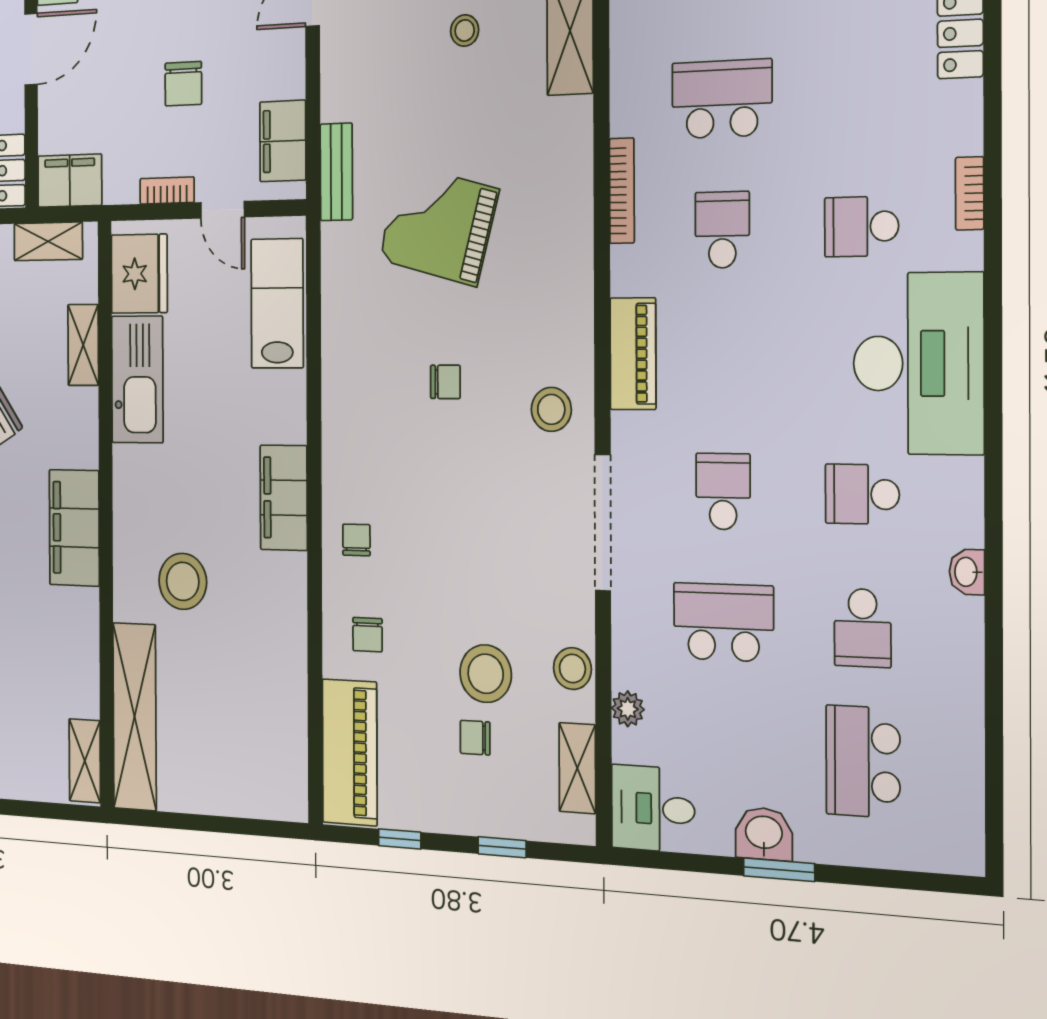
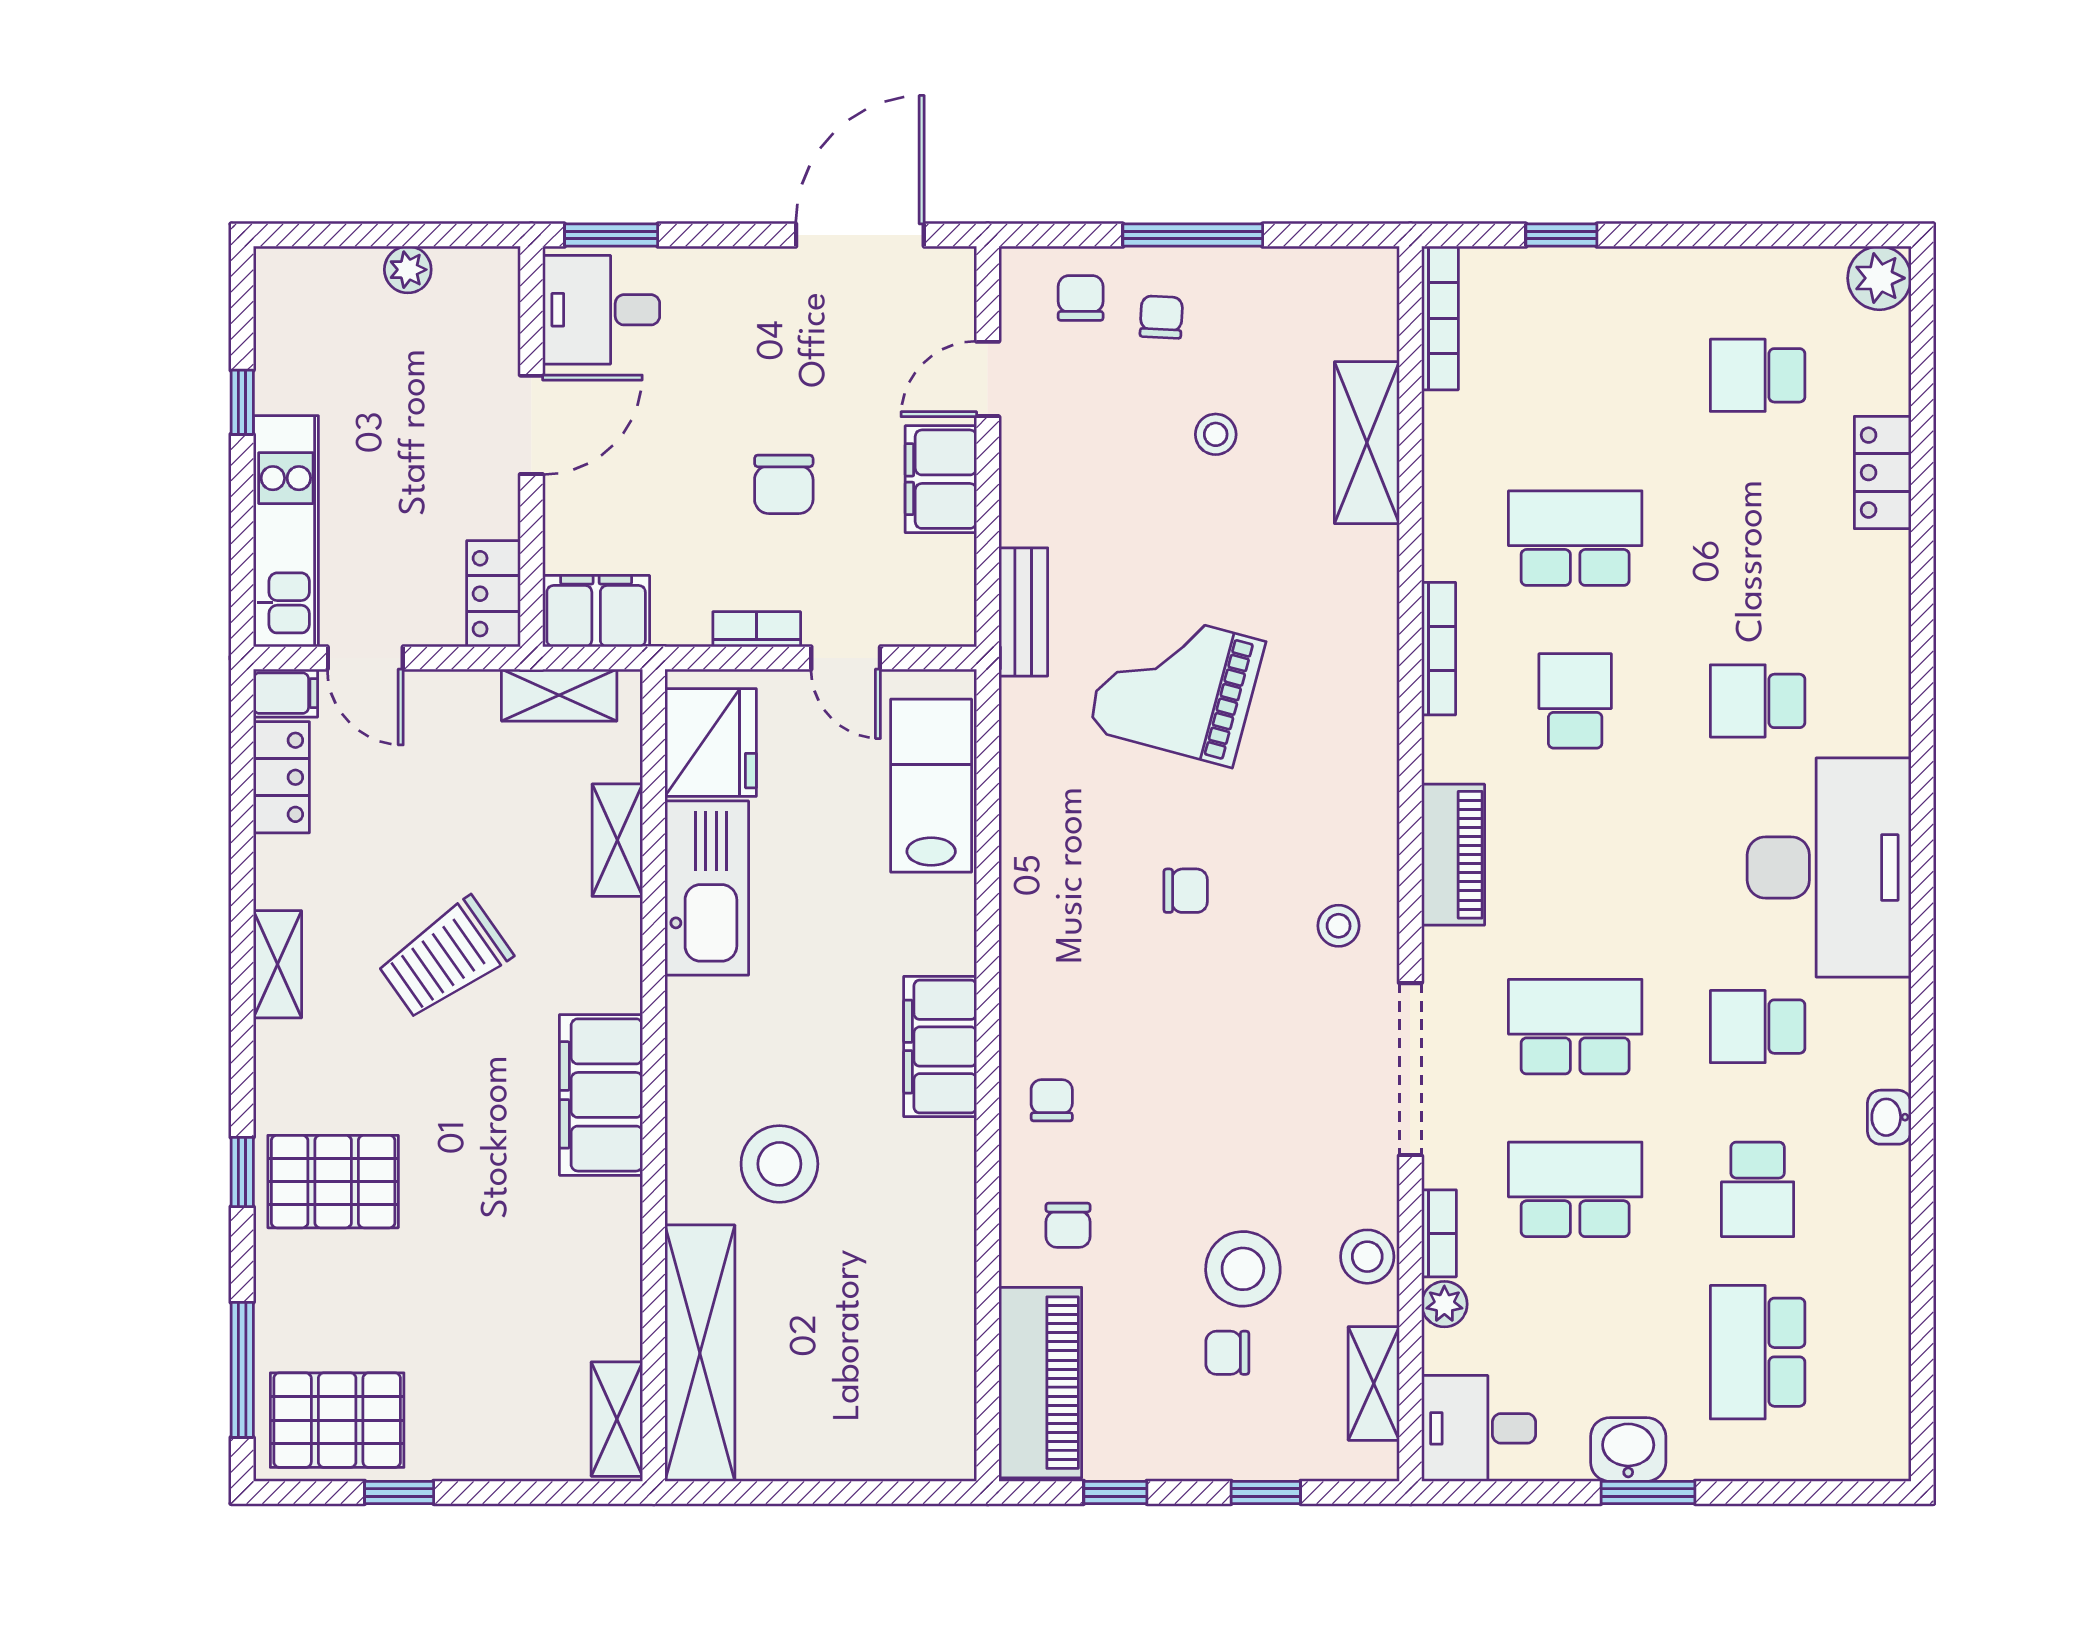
filing cabinet: (283, 141) -> (941, 479), moved
bookcase: (970, 193) -> (1439, 1233), moved, turned 180
stool: (551, 409) -> (1339, 926), width x0.73, depth x0.73
school desk: (723, 491) -> (1575, 1027), width x1.85

